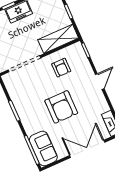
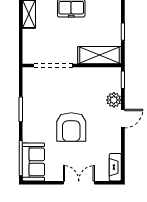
armchair: (61, 68) -> (89, 86), removed
plant: (86, 70) -> (114, 100), added
double door: (87, 149) -> (79, 183), width x0.73

